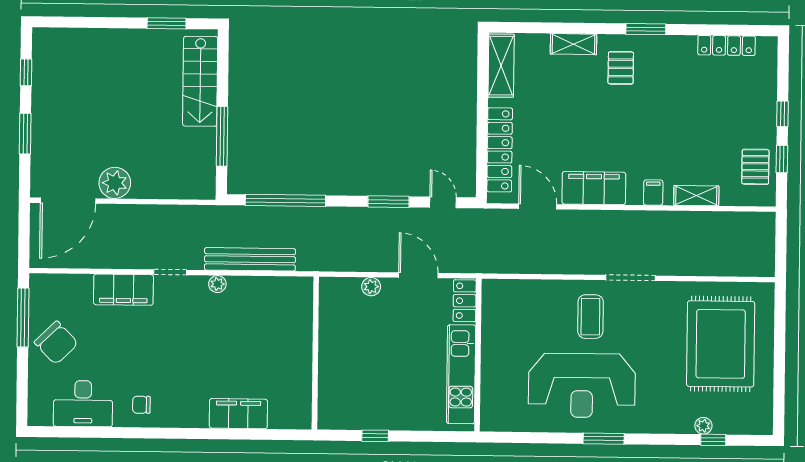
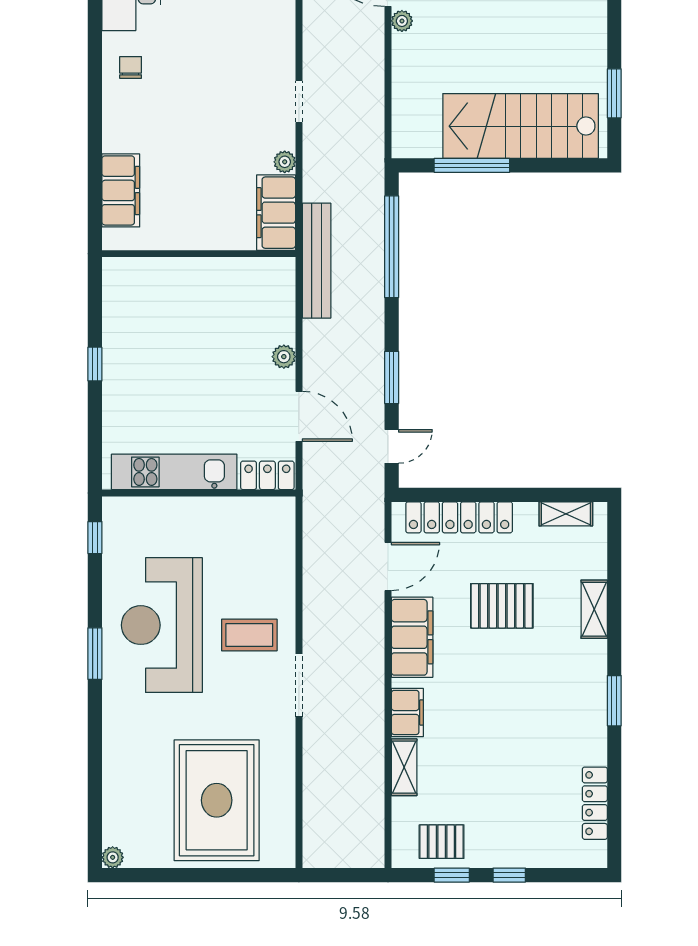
shelving: (501, 66) -> (566, 514), width x0.67, depth x0.75
pallet: (621, 68) -> (502, 606), moved, width x1.50, depth x1.42
stairs: (200, 81) -> (521, 126), width x1.36, depth x1.51
plant: (115, 183) -> (402, 21), width x0.53, depth x0.53
filing cabinet: (653, 193) -> (407, 712), width x2.00
bench: (250, 259) -> (317, 261), moved
door: (418, 275) -> (299, 416), hinge flipped
filing cabinet: (123, 290) -> (276, 213), moved
rug: (721, 344) -> (217, 800), turned 90
wall: (315, 353) -> (199, 254), moved
plant: (703, 426) -> (113, 857), moved
window: (713, 440) -> (95, 538), moved

